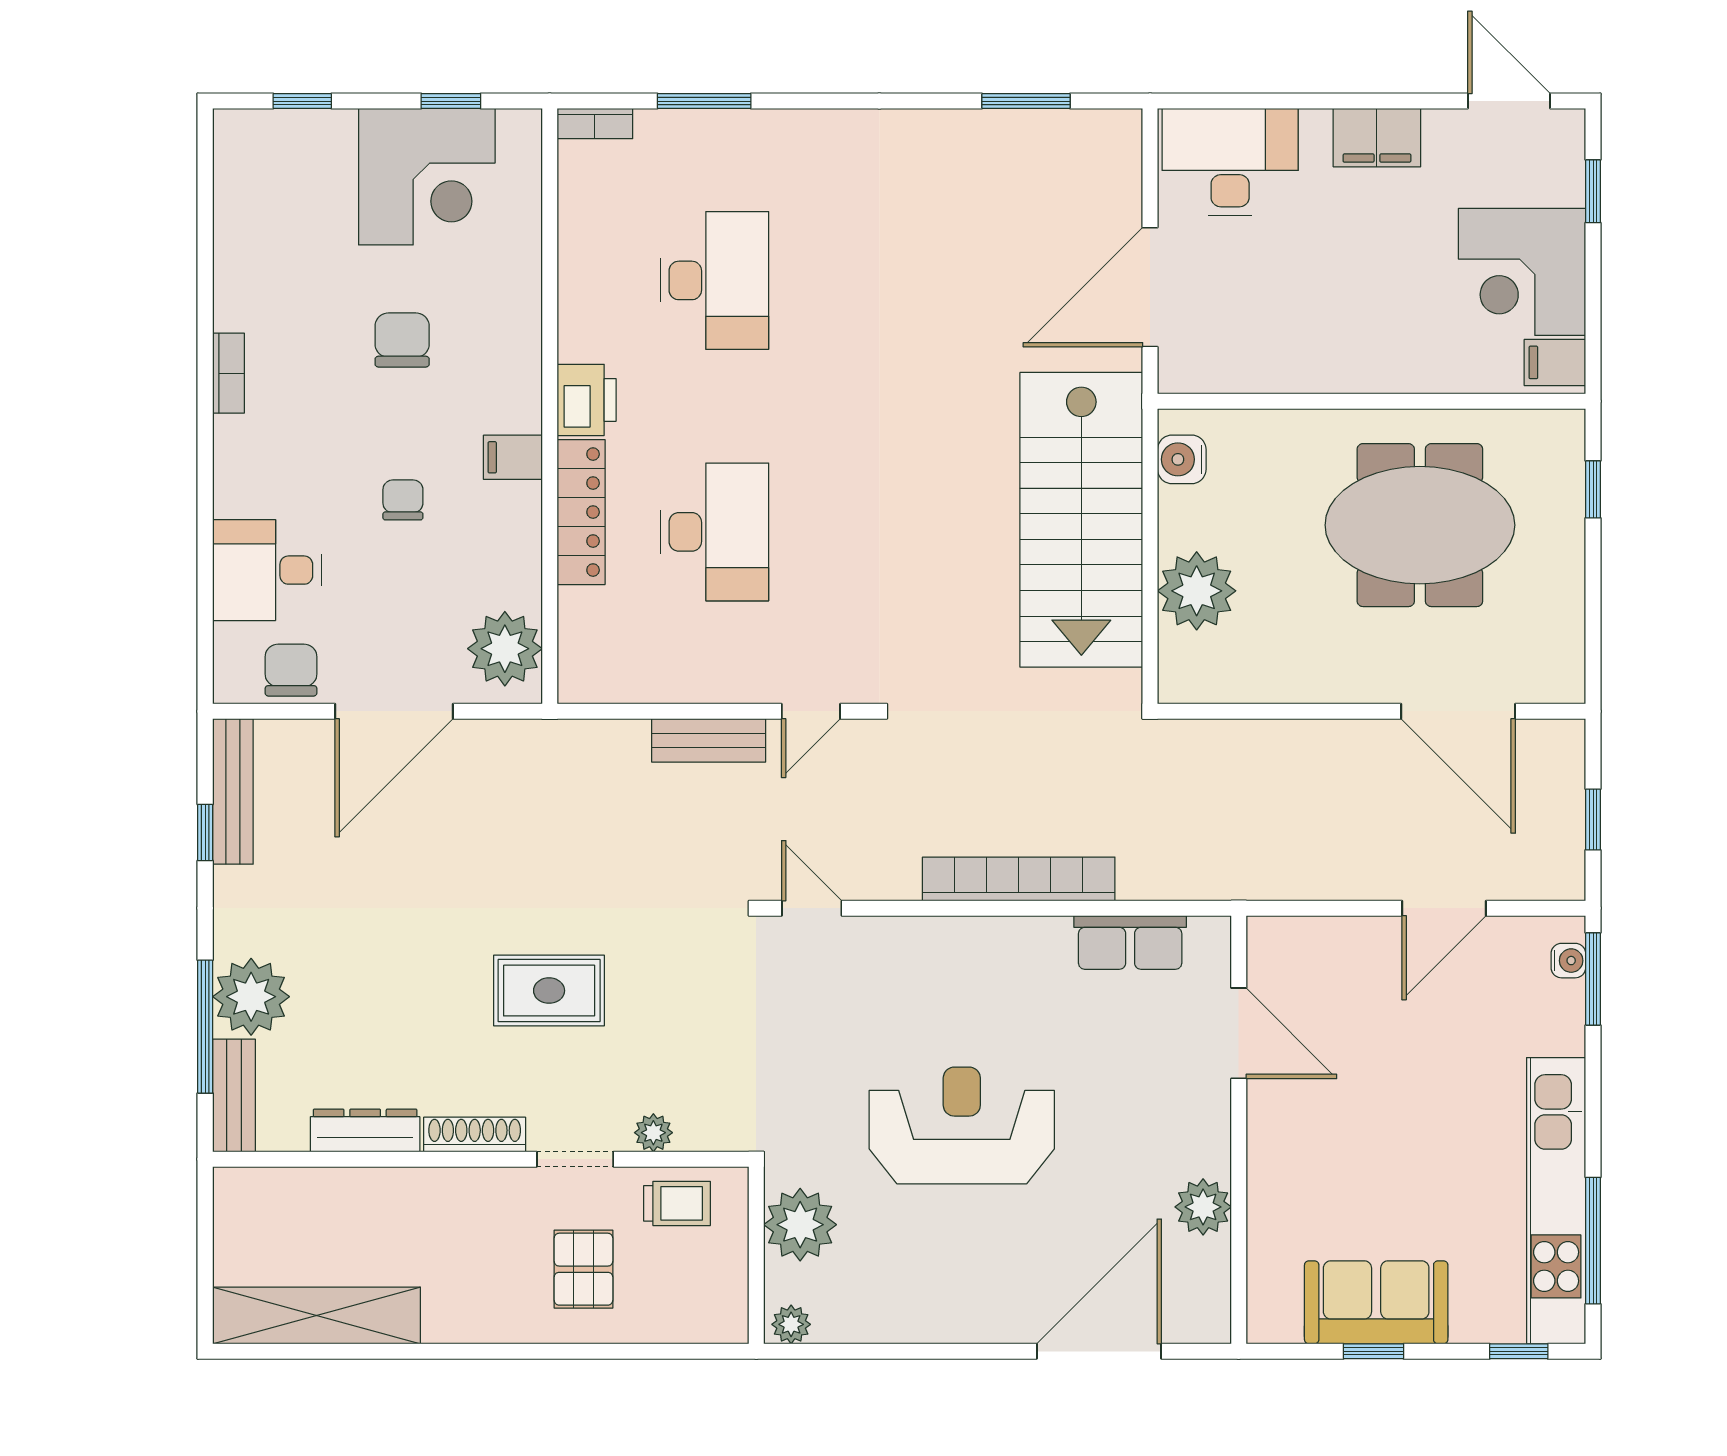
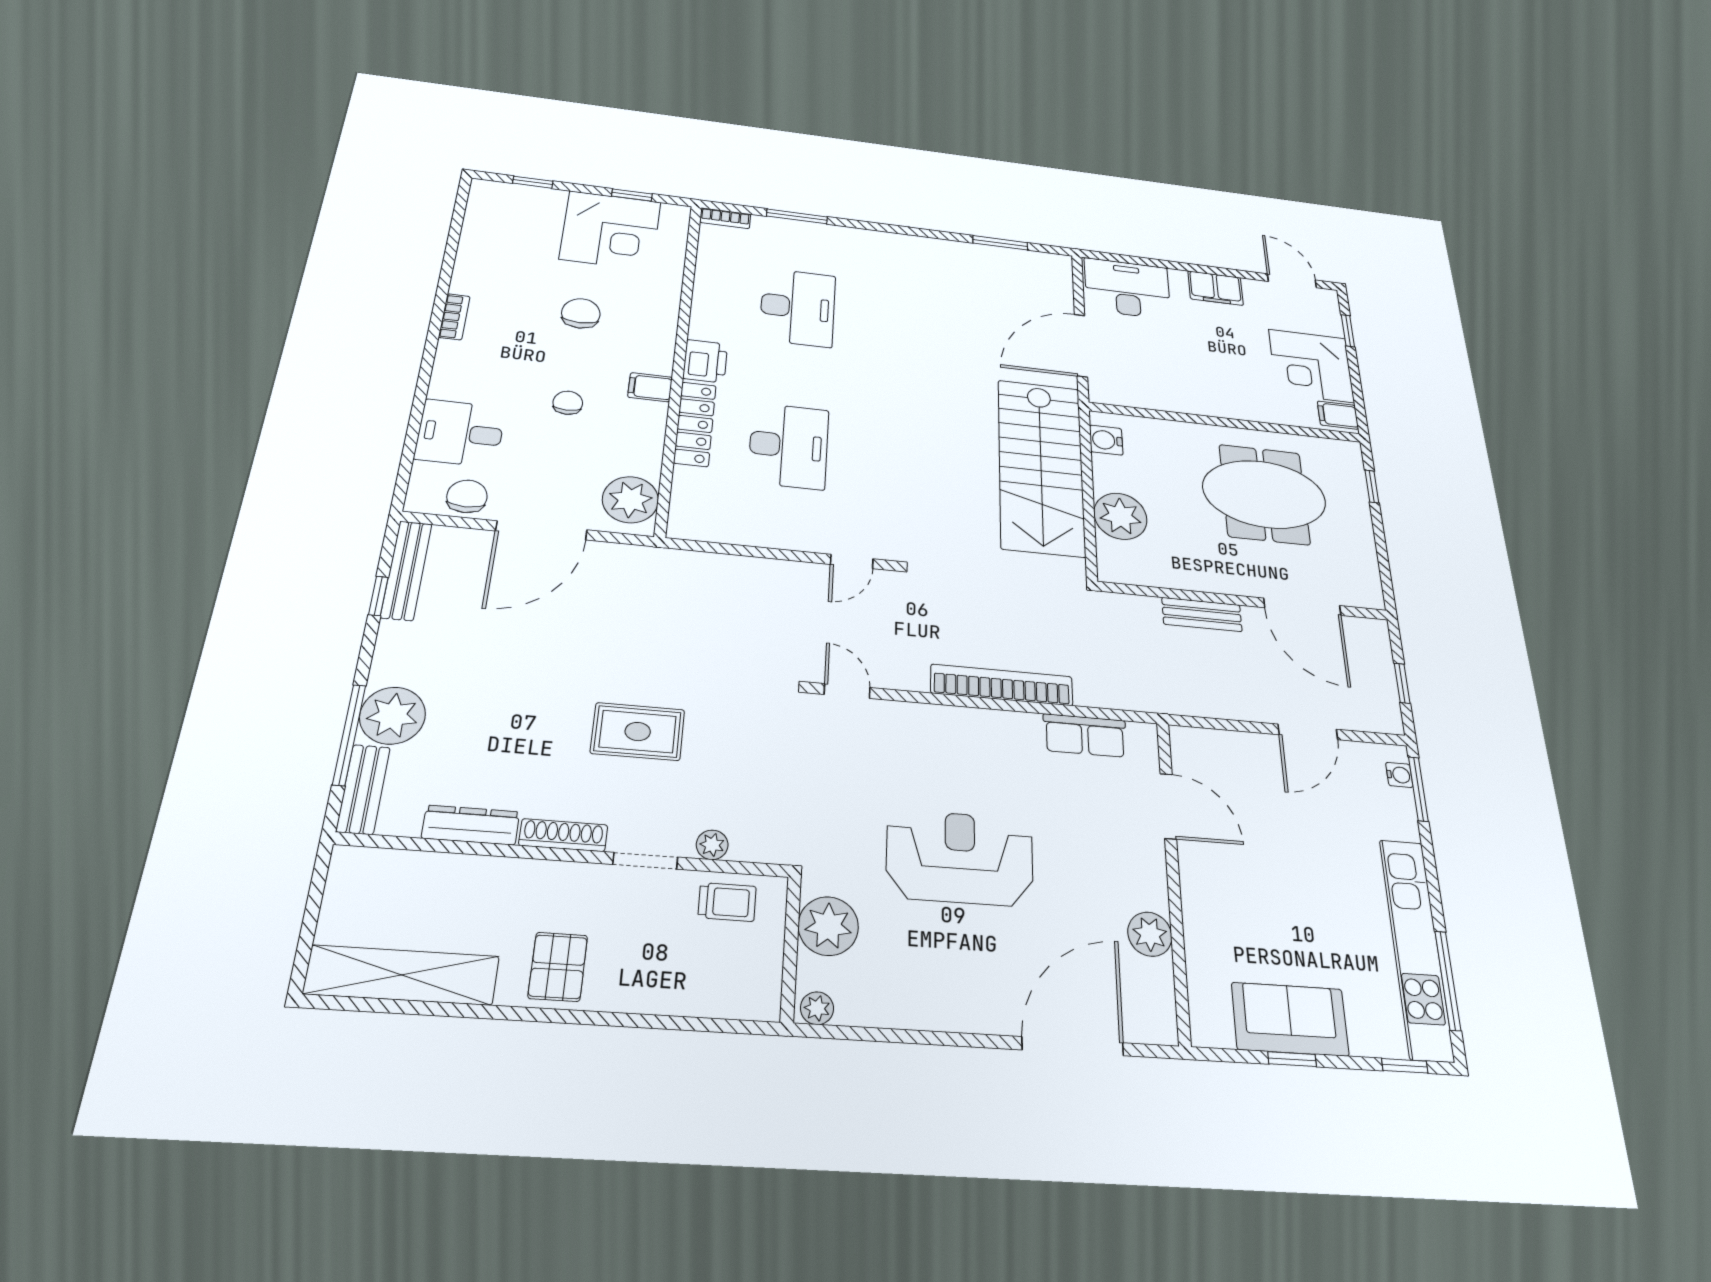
bench: (709, 740) -> (1202, 615), moved
pallet: (583, 1269) -> (558, 967), moved

